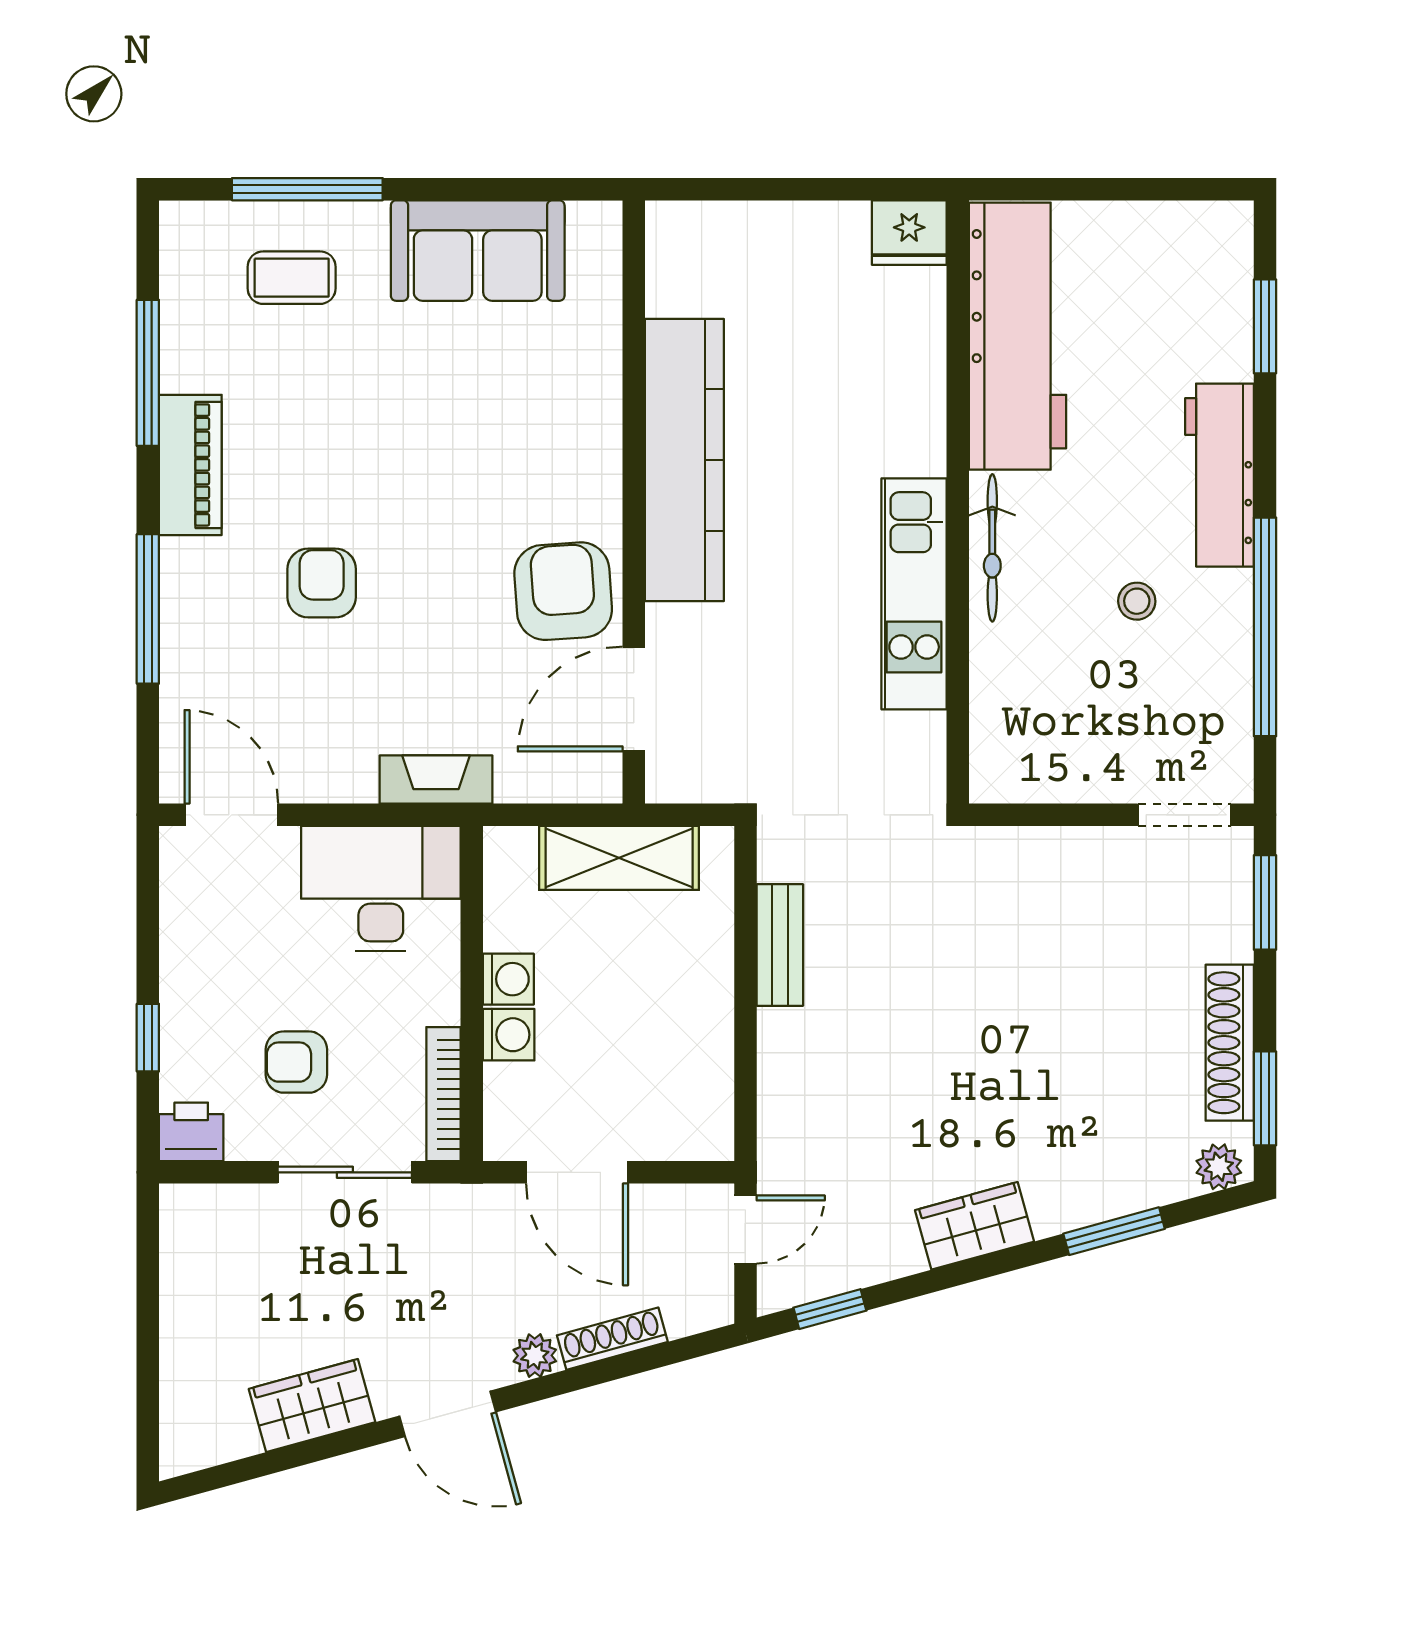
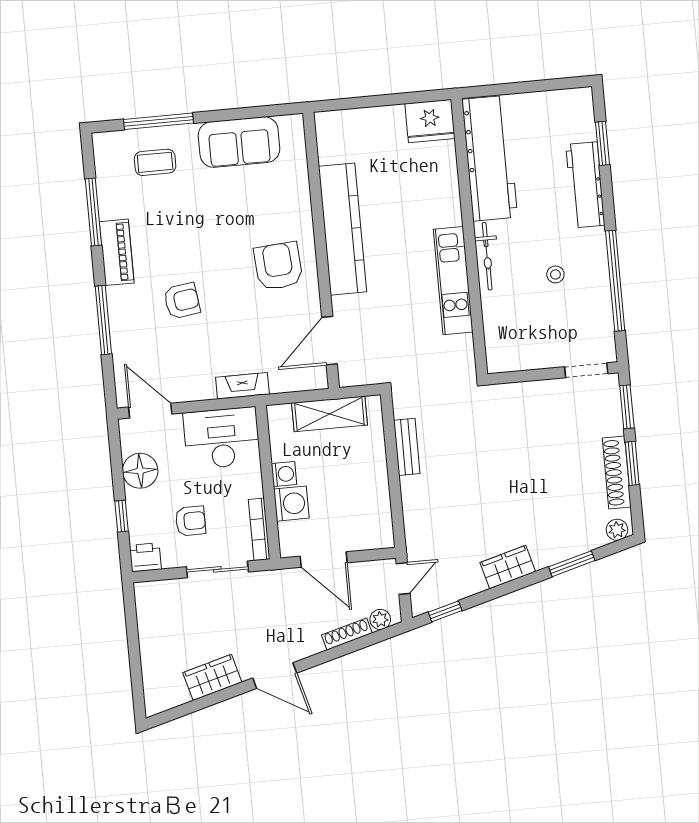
fridge: (909, 233) -> (430, 121), width x1.36, depth x1.34
workbench: (1219, 475) -> (585, 185), moved
armchair: (322, 583) -> (182, 301), turned 82
armchair: (563, 591) -> (278, 266), moved
floor lamp: (197, 943) -> (140, 471), added
washing machine: (509, 1035) -> (291, 504), width x1.38, depth x1.38
armchair: (296, 1062) -> (191, 521), turned 180
window: (1265, 1098) -> (632, 463), moved
plant: (535, 1356) -> (380, 619), moved

